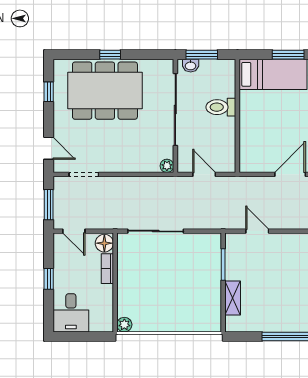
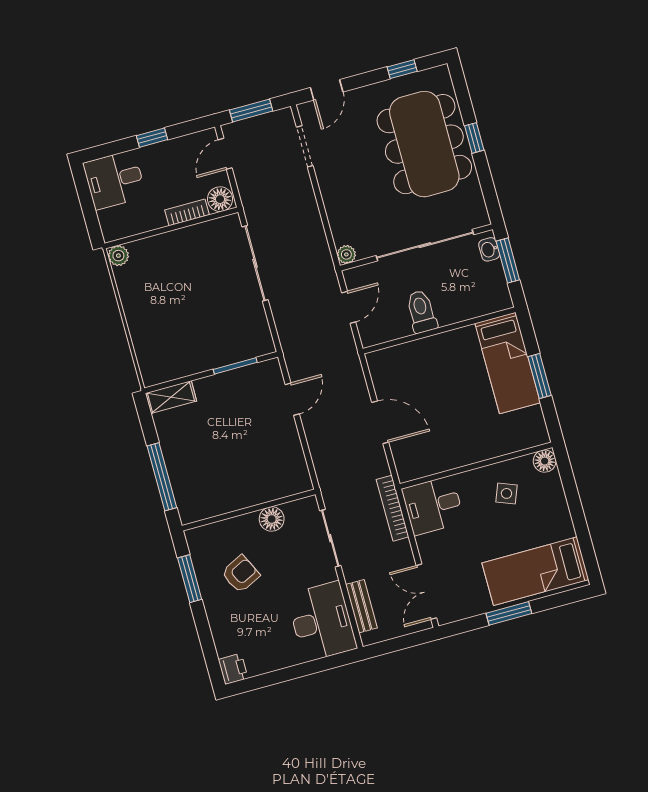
toilet: (221, 107) -> (421, 312), moved
shelving: (233, 298) -> (171, 397), moved

